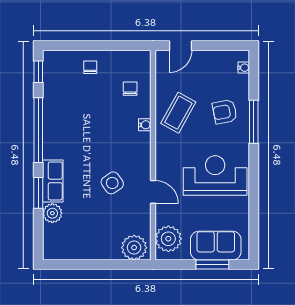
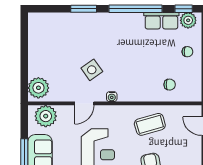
coffee table: (178, 113) -> (150, 124), turned -45
water cooler: (145, 125) -> (112, 97), moved
row of seats: (53, 181) -> (161, 21), moved
plant: (52, 213) -> (188, 20), moved

